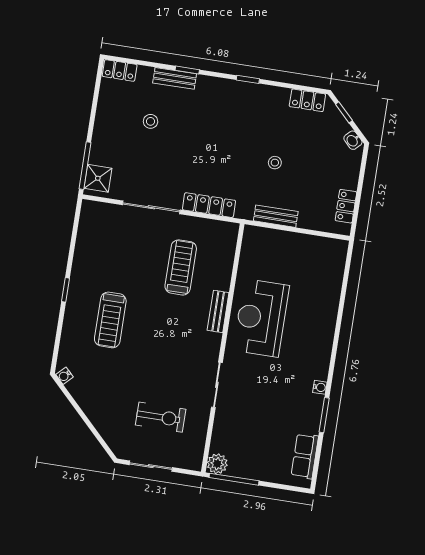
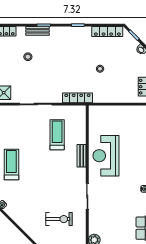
locker: (307, 100) -> (107, 32), width x1.53
locker: (209, 205) -> (77, 98), moved
bench: (276, 216) -> (105, 98), removed
treadmill: (110, 320) -> (11, 165), moved, turned 180

